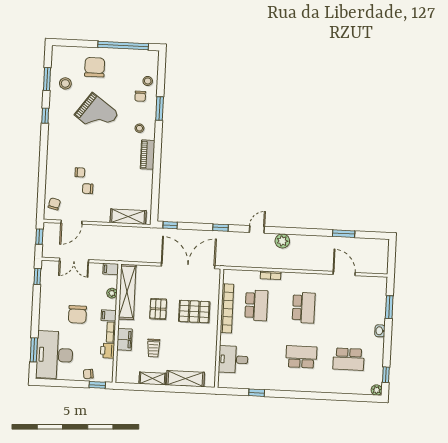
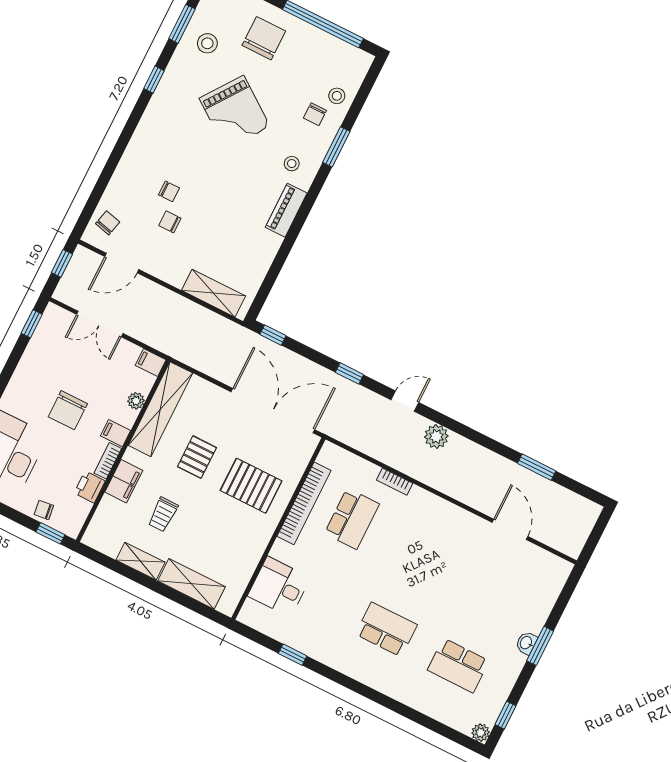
window: (389, 307) -> (540, 646), moved
school desk: (304, 308) -> (424, 555), removed

